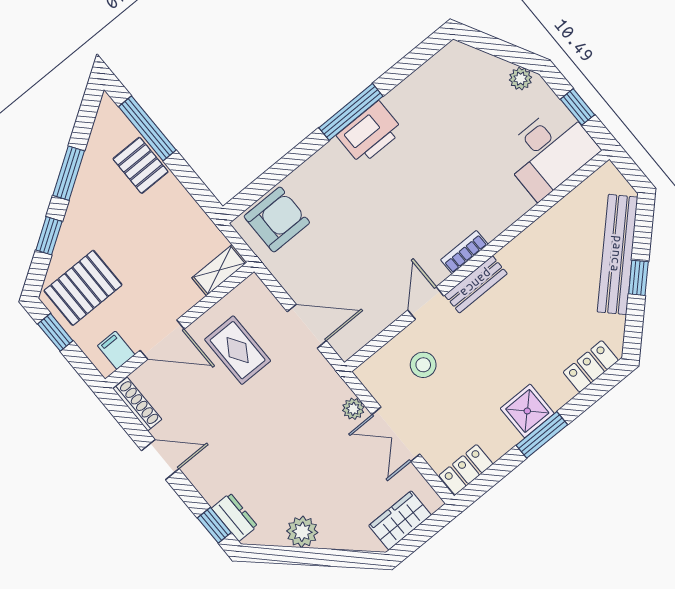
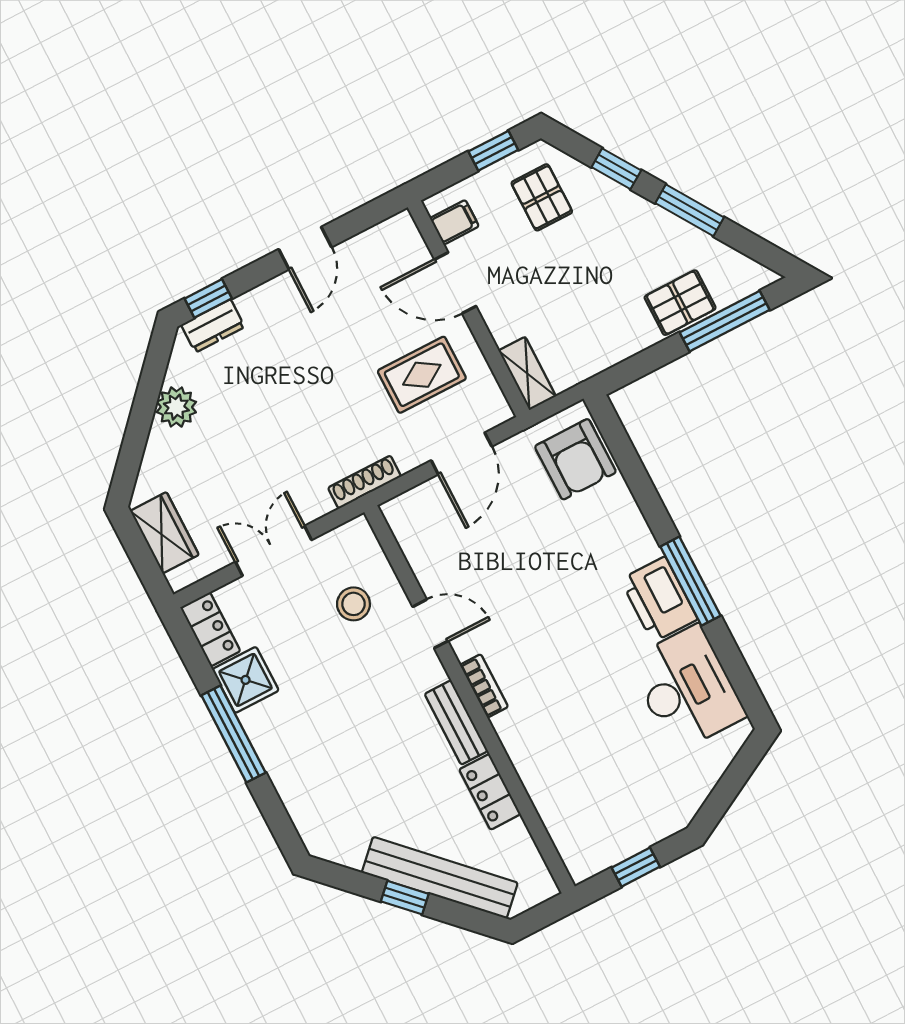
plant: (521, 79) -> (687, 803), removed
desk: (549, 152) -> (687, 688), moved, turned 180
bench: (476, 284) -> (456, 722), moved
pallet: (83, 288) -> (542, 197), width x0.67, depth x0.71
door: (307, 326) -> (461, 453), moved
door: (162, 340) -> (455, 283), hinge flipped
locker: (591, 366) -> (490, 792), moved, turned 180
shoe rack: (137, 404) -> (365, 482), moved, turned 180
plant: (353, 409) -> (317, 504), removed
shower: (527, 411) -> (246, 680), moved
window: (542, 435) -> (233, 734), width x1.44

